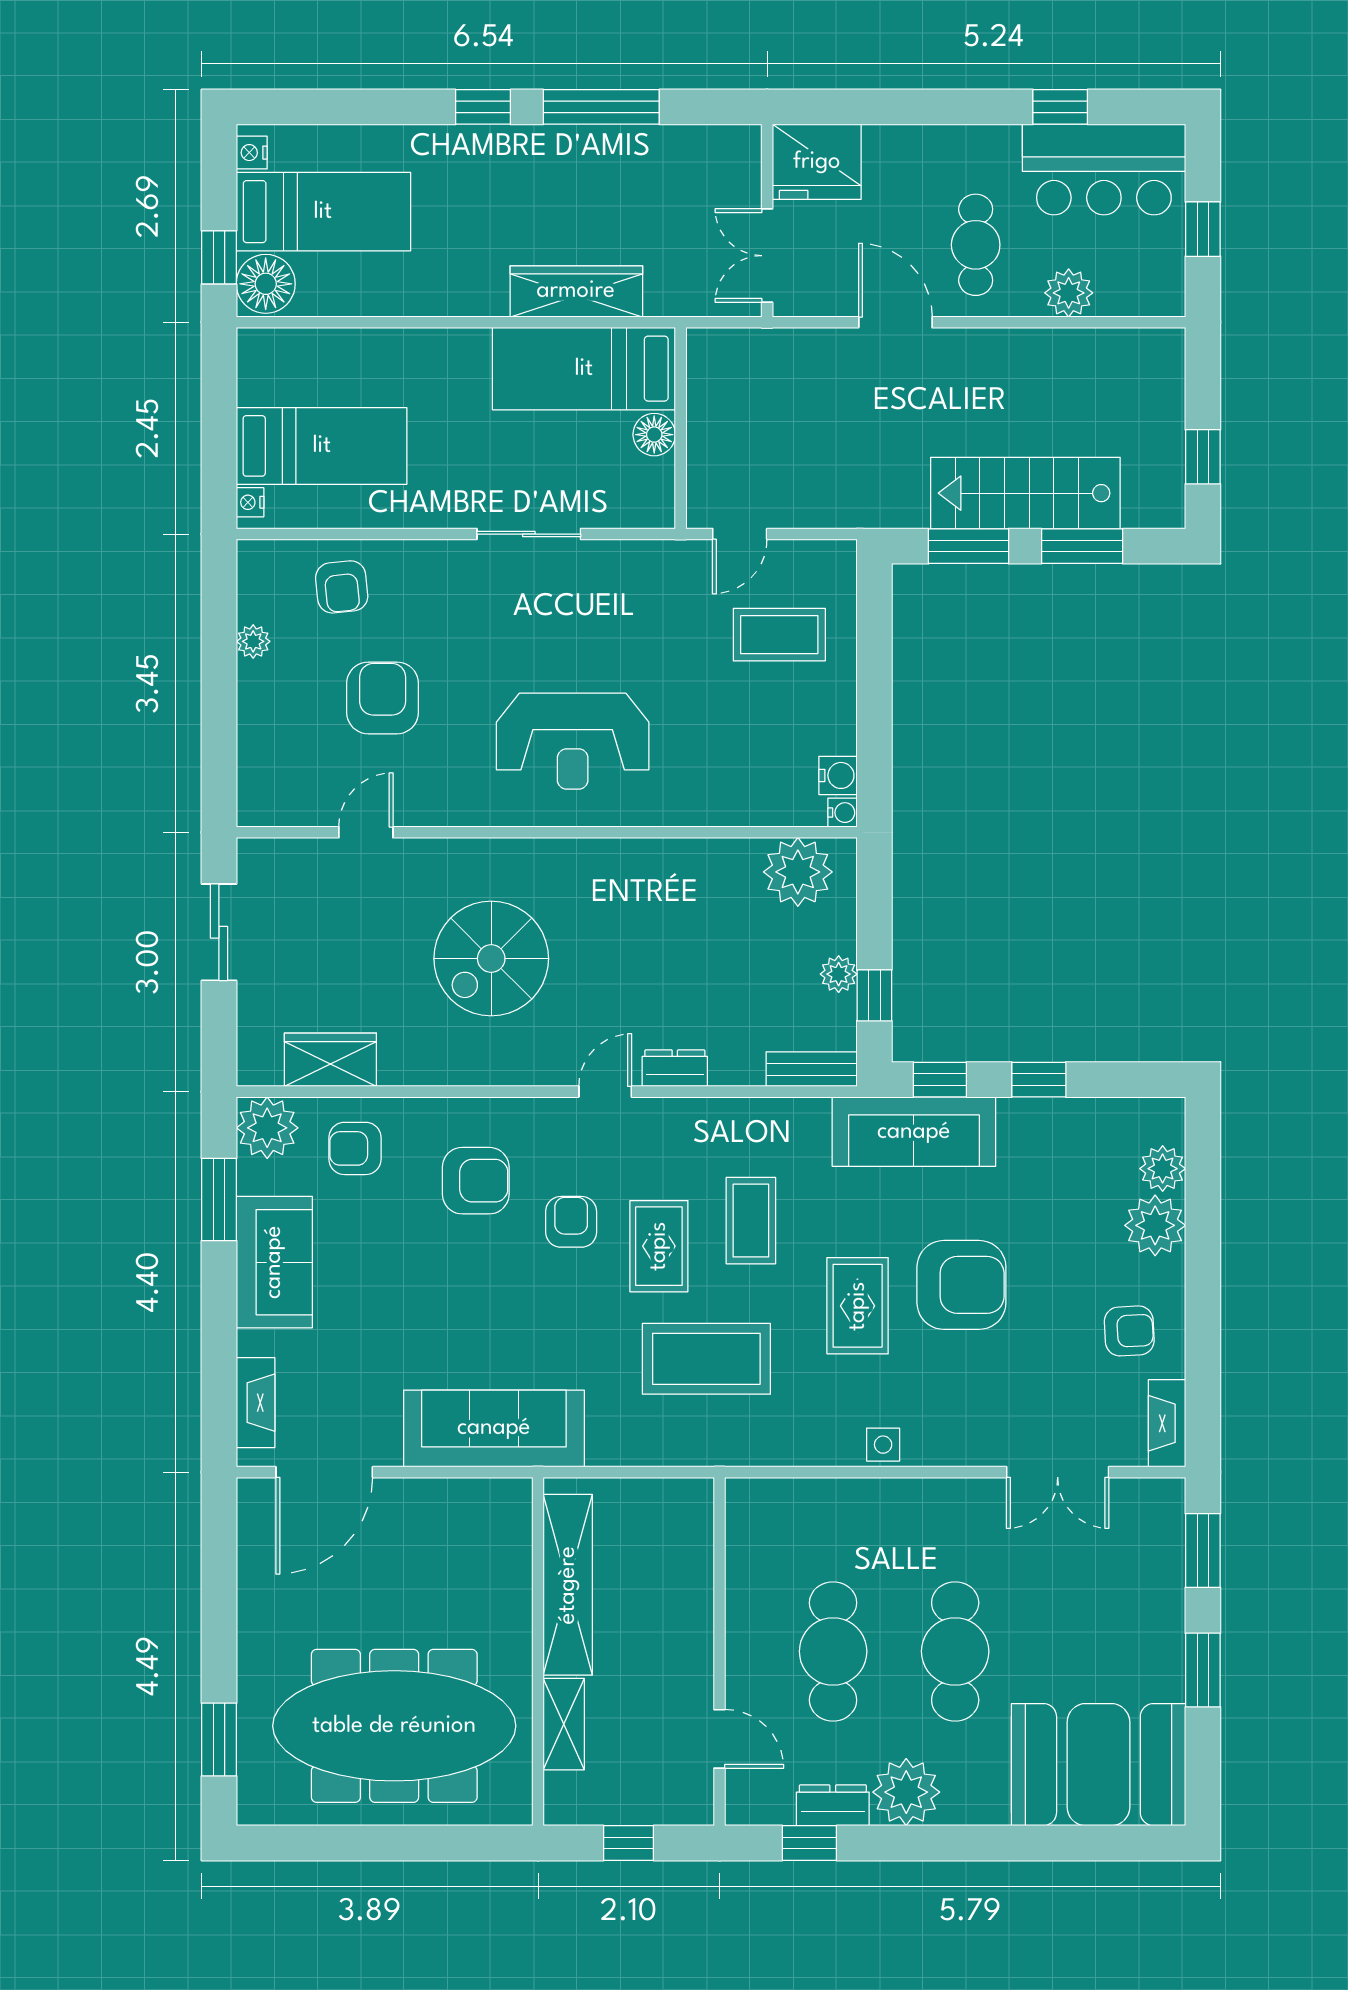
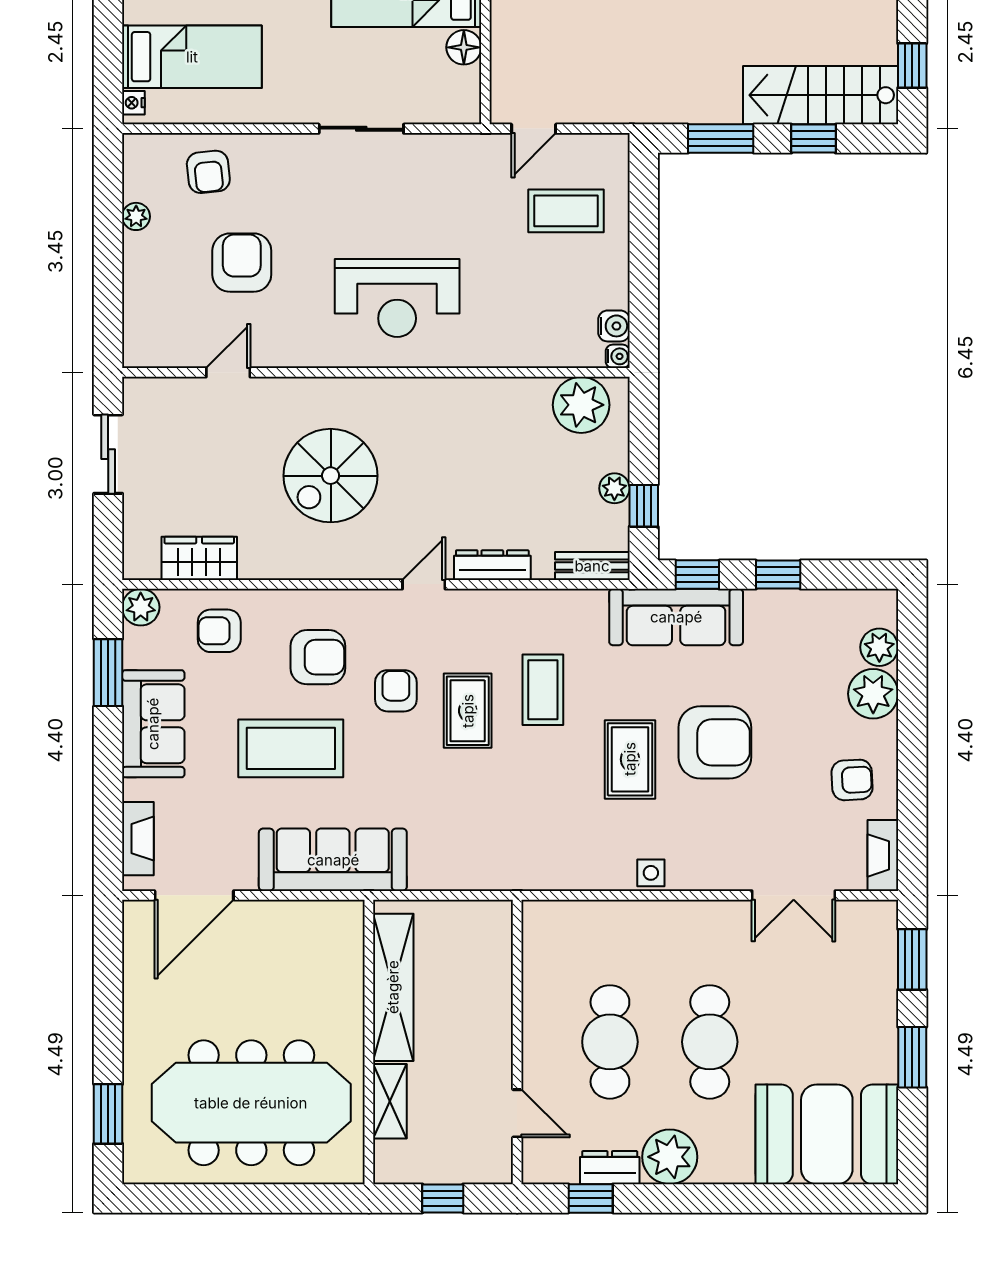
stairs: (1025, 493) -> (821, 95), moved
window: (1082, 546) -> (813, 139), width x0.67
dresser: (675, 1068) -> (492, 565), width x1.44
plant: (267, 1128) -> (141, 607), width x0.73, depth x0.73
coffee table: (706, 1359) -> (291, 748), moved

